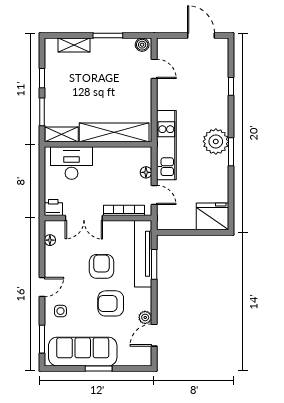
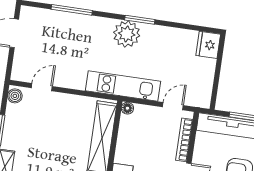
window: (231, 86) -> (72, 10), width x2.17
floor lamp: (146, 172) -> (127, 108), moved
fridge: (213, 216) -> (208, 45), width x0.73, depth x0.75

